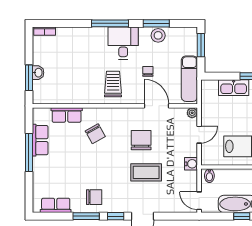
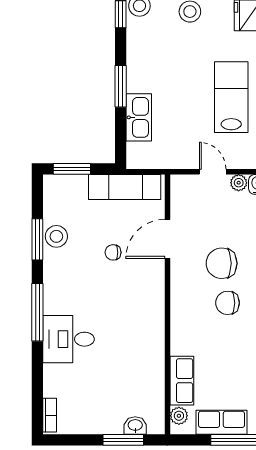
desk: (123, 43) -> (69, 339), moved
washbasin: (38, 73) -> (135, 426), moved
trolley: (113, 84) -> (133, 307), removed
plant: (44, 113) -> (179, 416), added
plant: (192, 113) -> (239, 183), moved
chair: (95, 134) -> (227, 303), moved, turned -151

